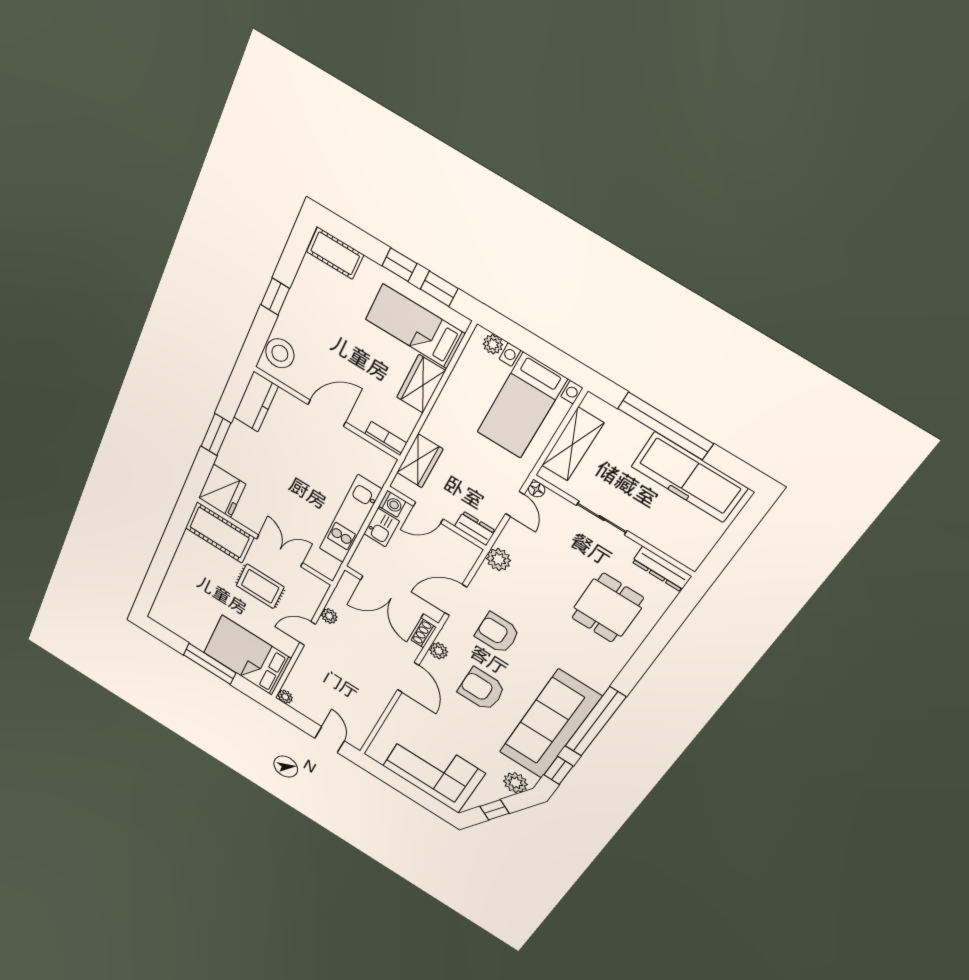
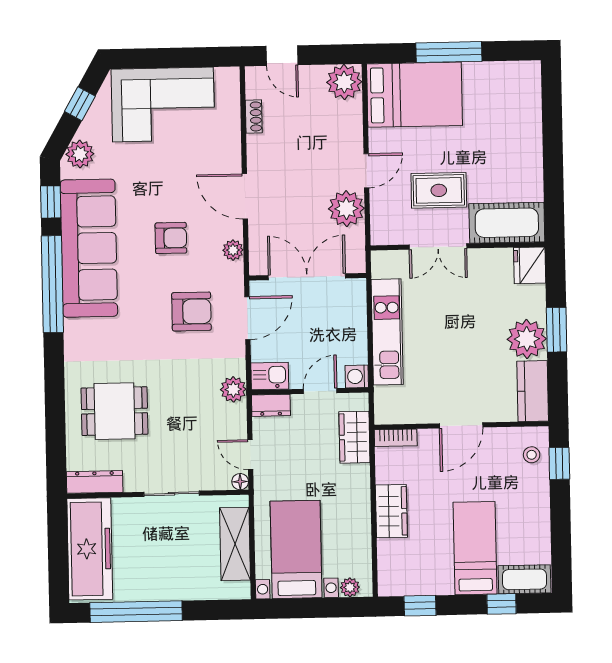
window: (399, 265) -> (502, 604), moved
window: (275, 297) -> (559, 463), moved
bed: (415, 326) -> (475, 548), moved, turned -90
stool: (280, 353) -> (532, 455), width x0.53, depth x0.53
window: (665, 426) -> (136, 612), moved
plant: (242, 443) -> (527, 339), added
freezer: (689, 477) -> (90, 549), moved, turned 90
fridge: (222, 491) -> (530, 265), width x0.73, depth x0.75
kitchen sink: (382, 528) -> (270, 376), moved, turned 90
dining table: (607, 608) -> (114, 411), turned 90
plant: (329, 616) -> (346, 209), width x1.88, depth x1.88
shoe rack: (424, 633) -> (254, 117), moved
armchair: (482, 689) -> (171, 238), width x0.72, depth x0.72
plant: (285, 697) -> (344, 82), width x1.87, depth x1.87

